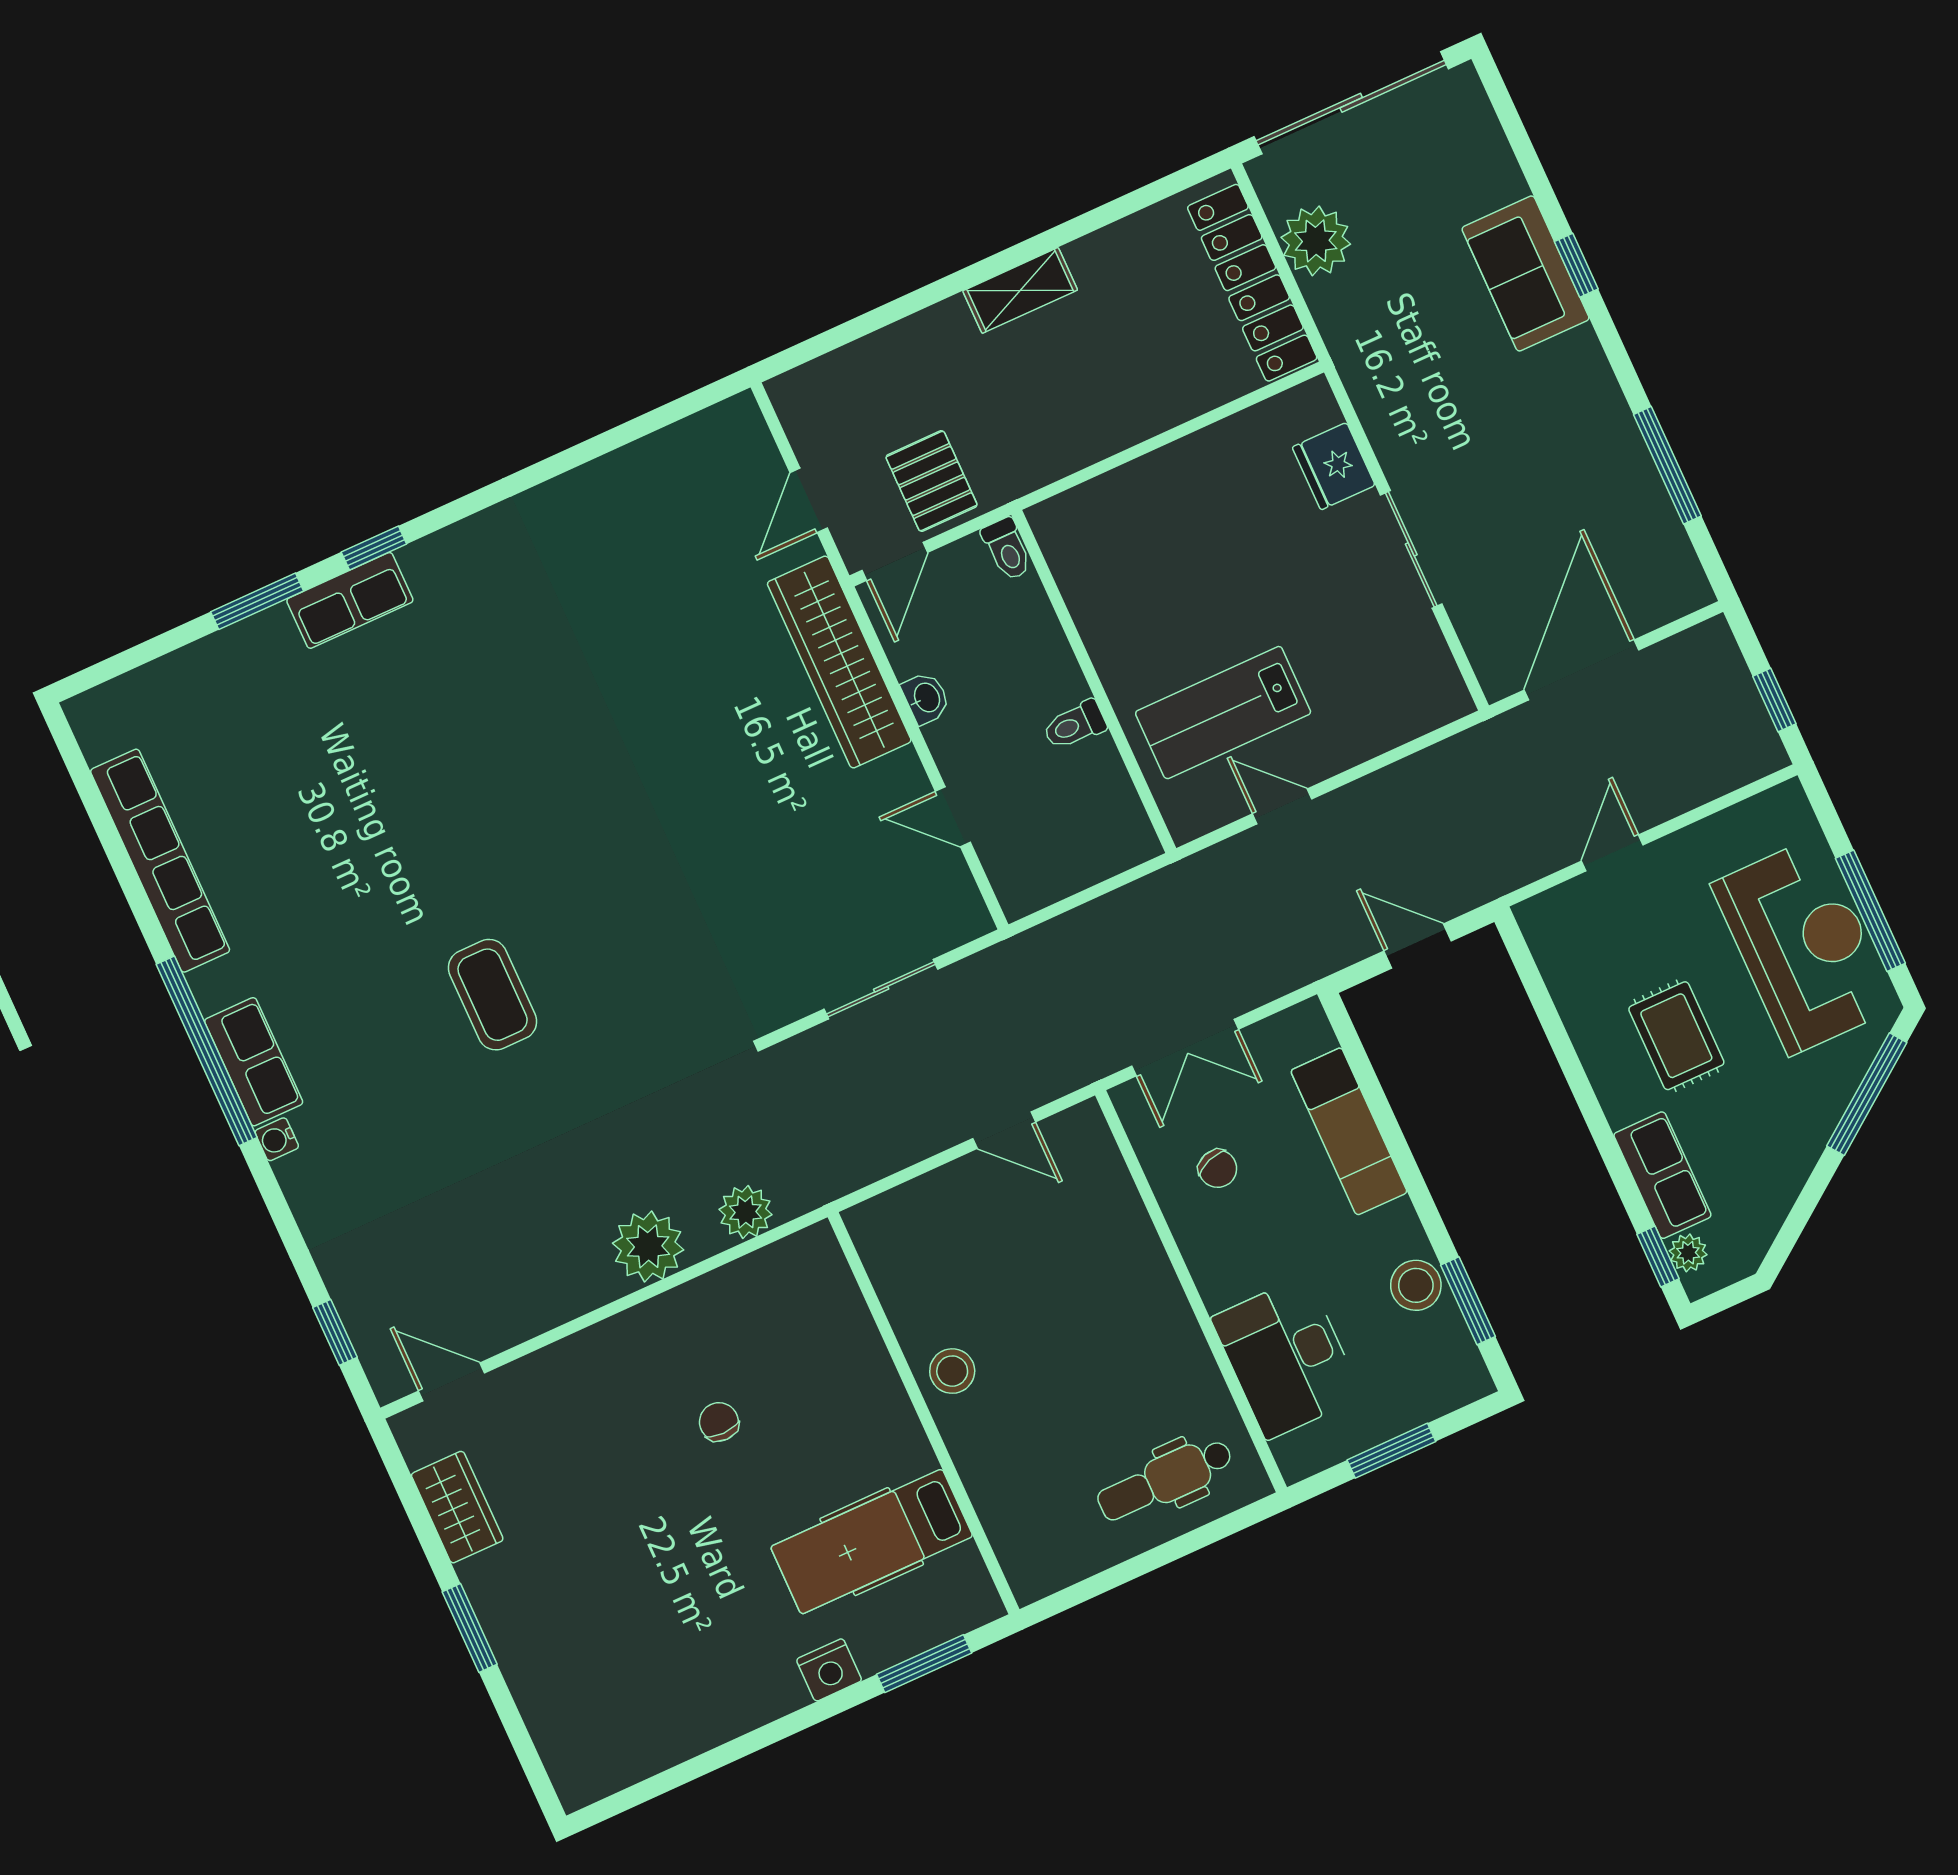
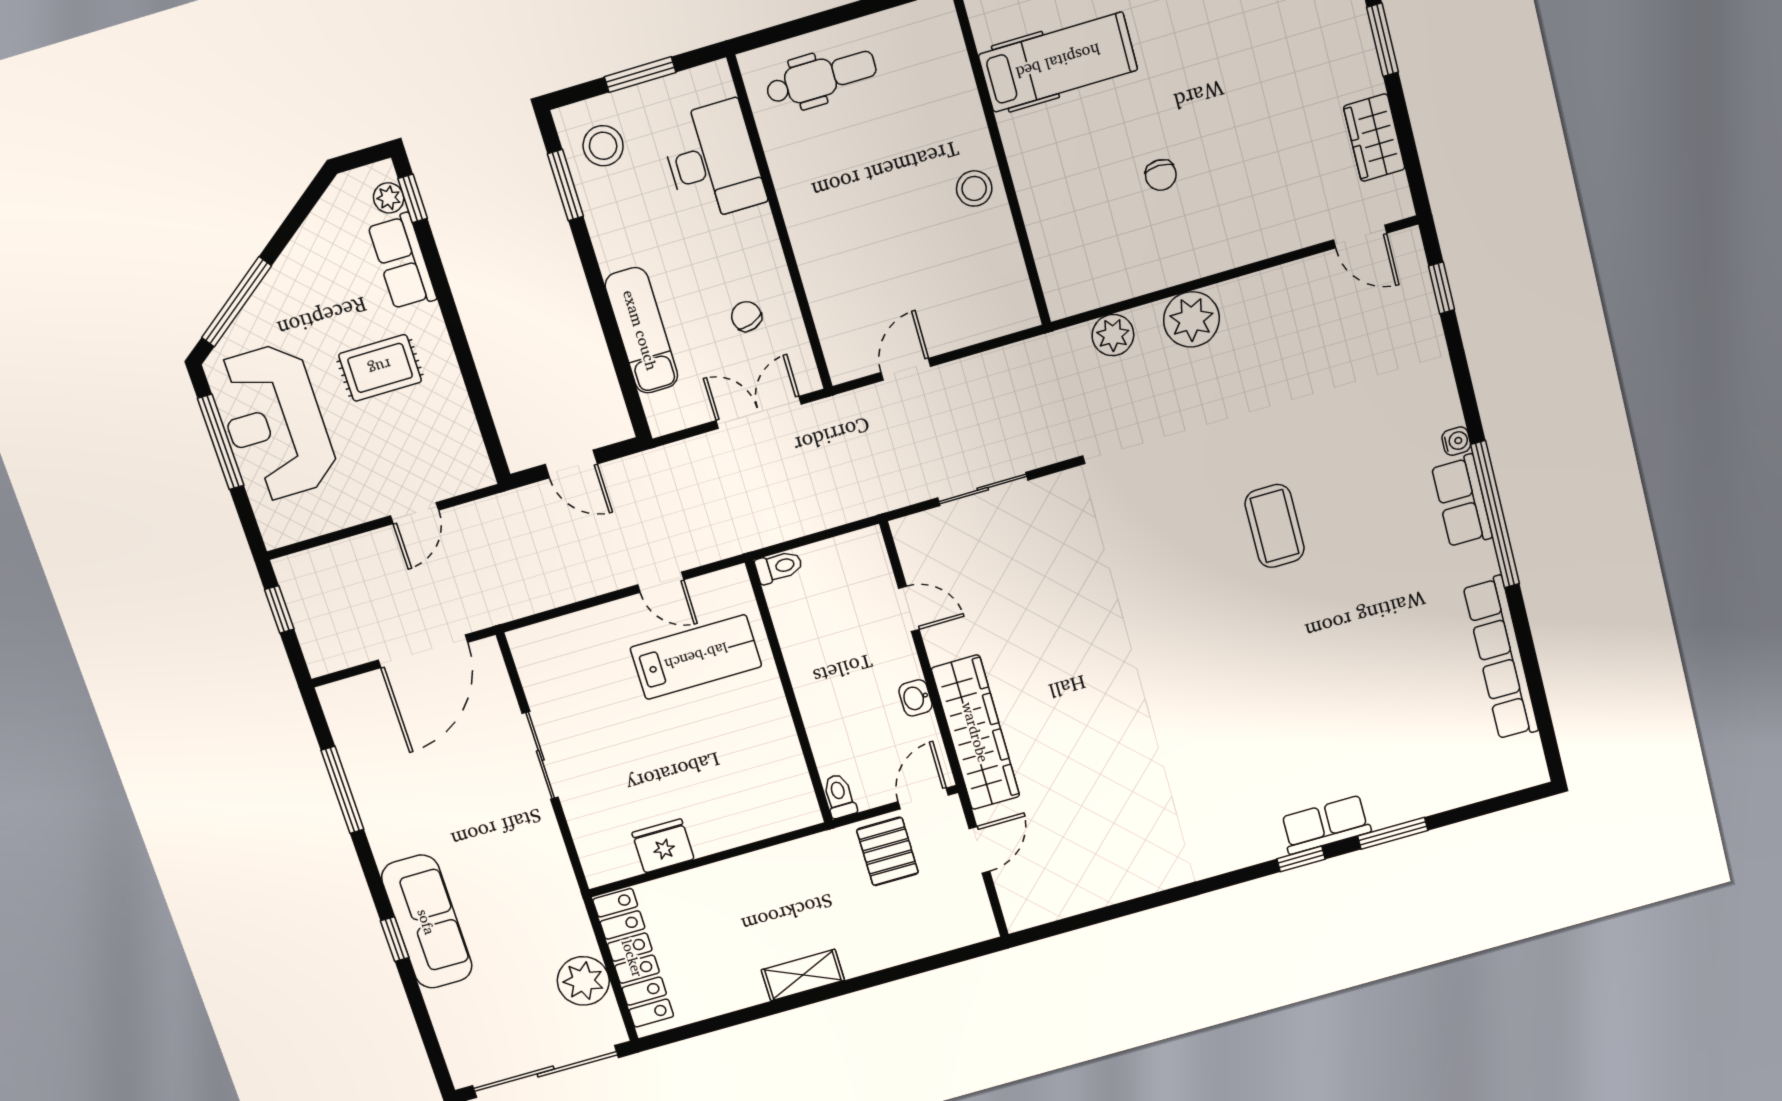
sofa: (1525, 273) -> (427, 922), width x1.36
fridge: (1334, 466) -> (663, 846), moved, turned -90
toilet: (1075, 725) -> (779, 567), moved
rug: (1676, 1036) -> (380, 368), turned 90
door: (1004, 1130) -> (906, 369), hinge flipped
stool: (1416, 1285) -> (603, 146), moved

